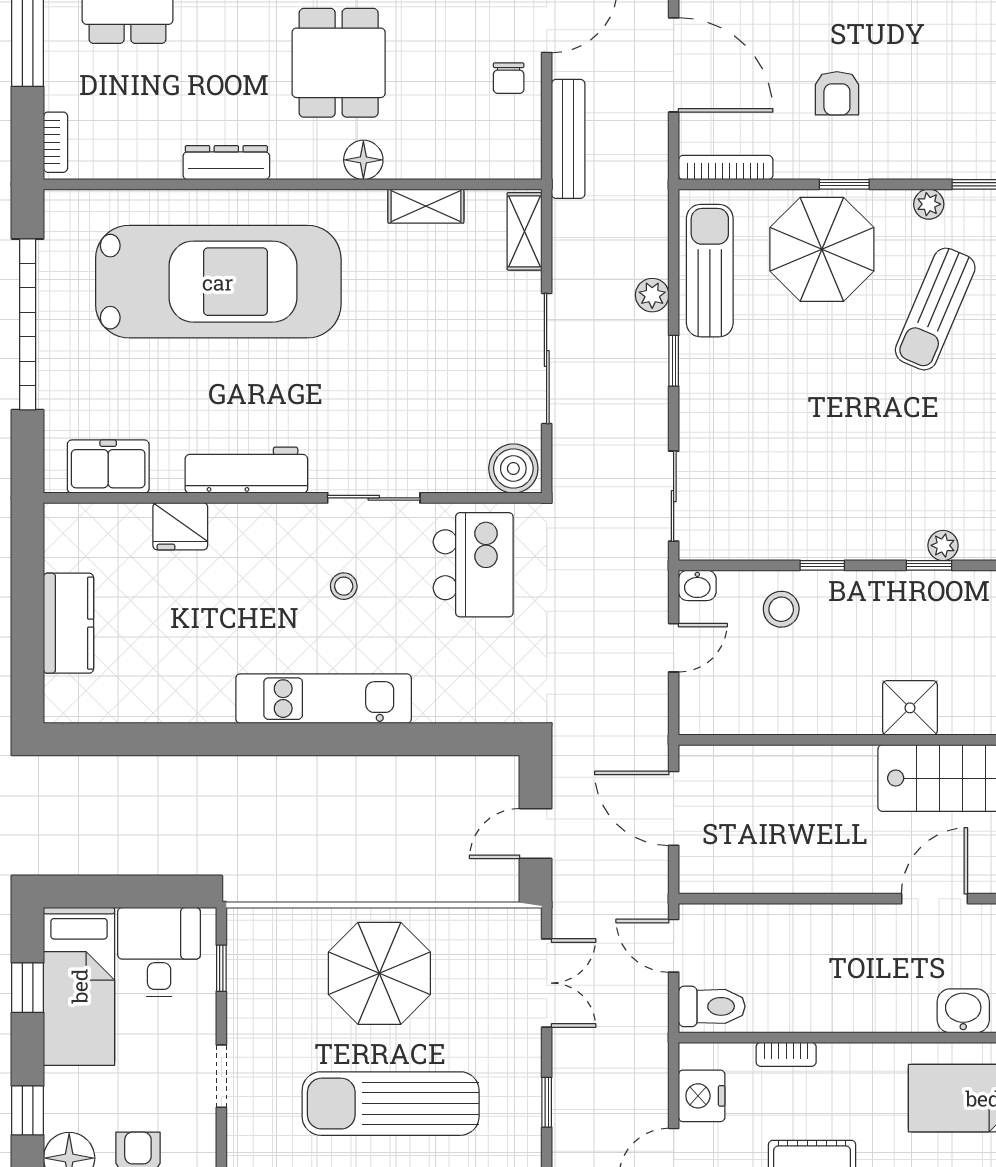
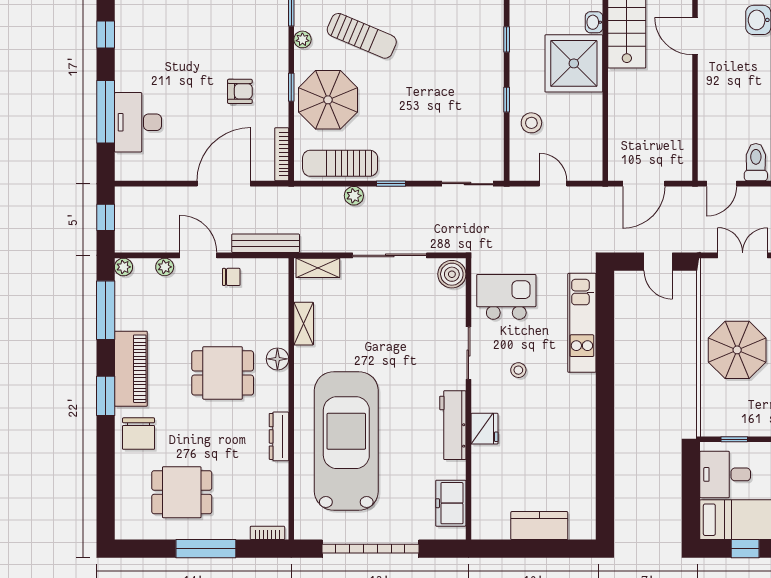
fridge: (180, 526) -> (485, 429), moved
plant: (943, 545) -> (495, 31), removed
washbasin: (697, 585) -> (594, 22), moved, turned 180
kitchen unit: (324, 699) -> (582, 323), moved
shower: (910, 708) -> (574, 63), width x1.86, depth x1.86

